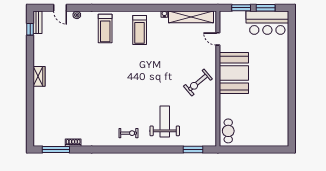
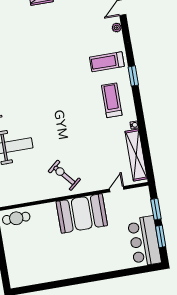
window: (122, 8) -> (133, 76), added
treadmill: (140, 30) -> (112, 100), turned 90

